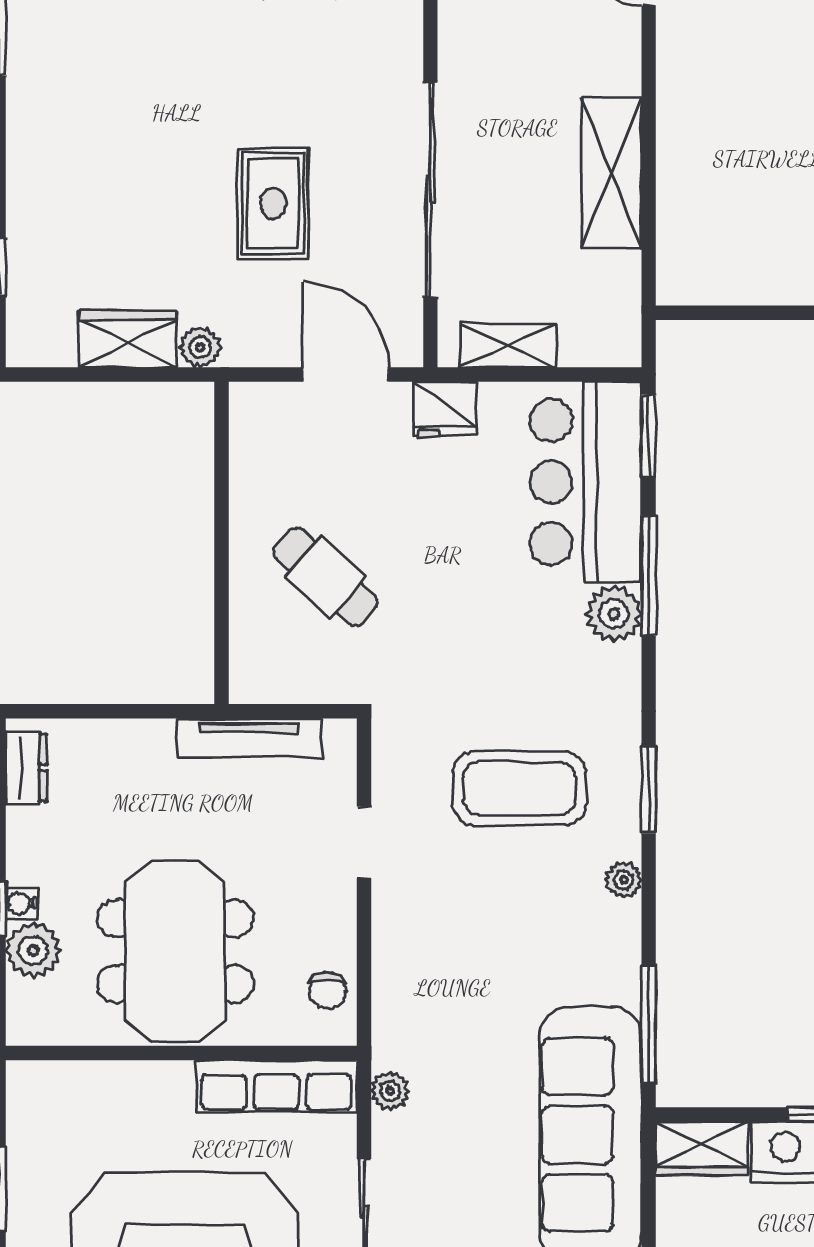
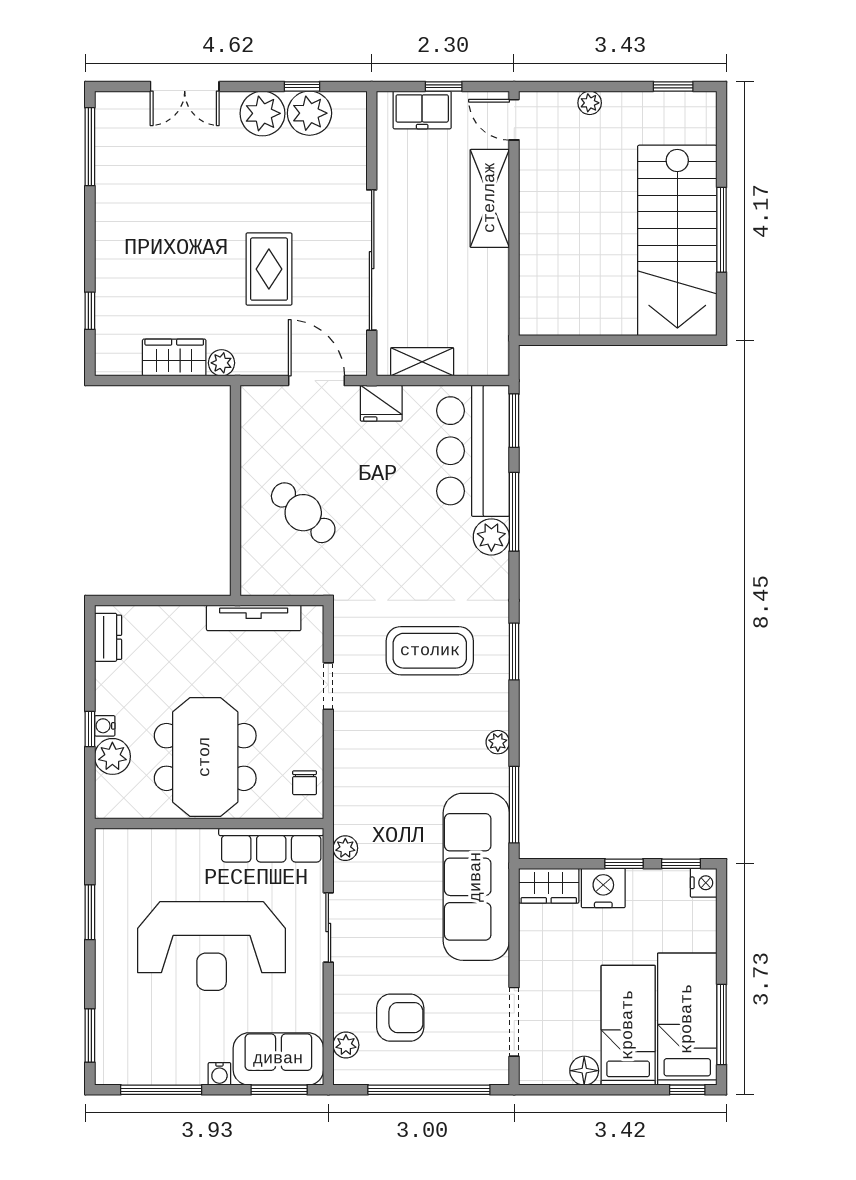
shelving: (611, 173) -> (490, 198), moved
plant: (624, 880) -> (498, 742), moved

